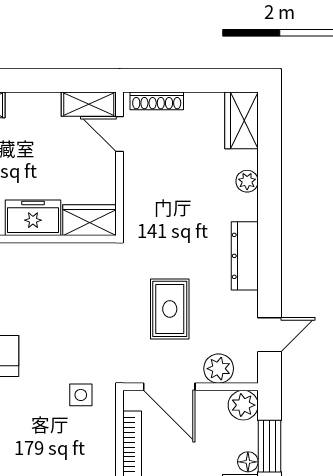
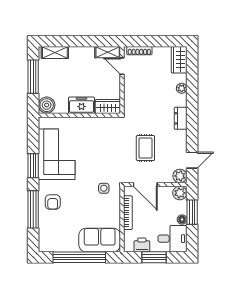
dresser: (245, 256) -> (181, 118), width x0.70
plant: (219, 369) -> (180, 176), moved

